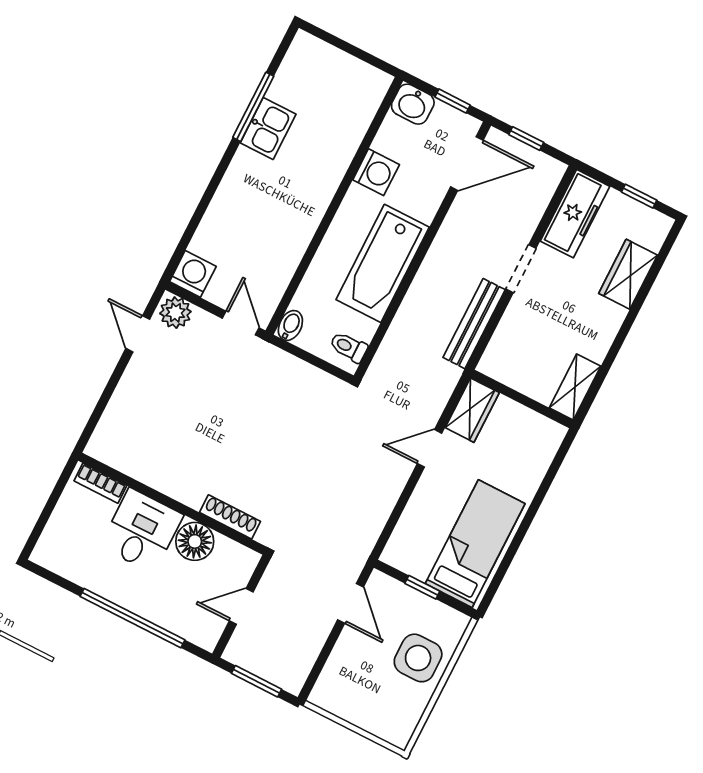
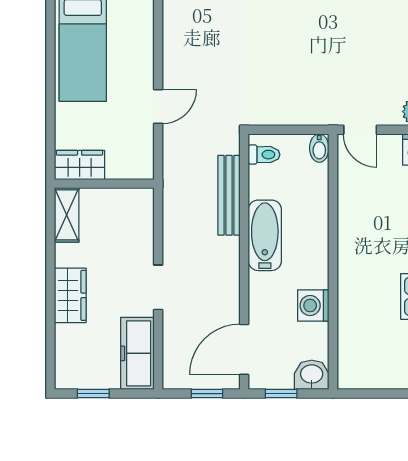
bathtub: (383, 263) -> (265, 235), width x0.73, depth x0.73
wardrobe: (628, 274) -> (70, 295), moved
bench: (474, 324) -> (229, 195), moved
wardrobe: (472, 410) -> (80, 165), moved, turned 90

